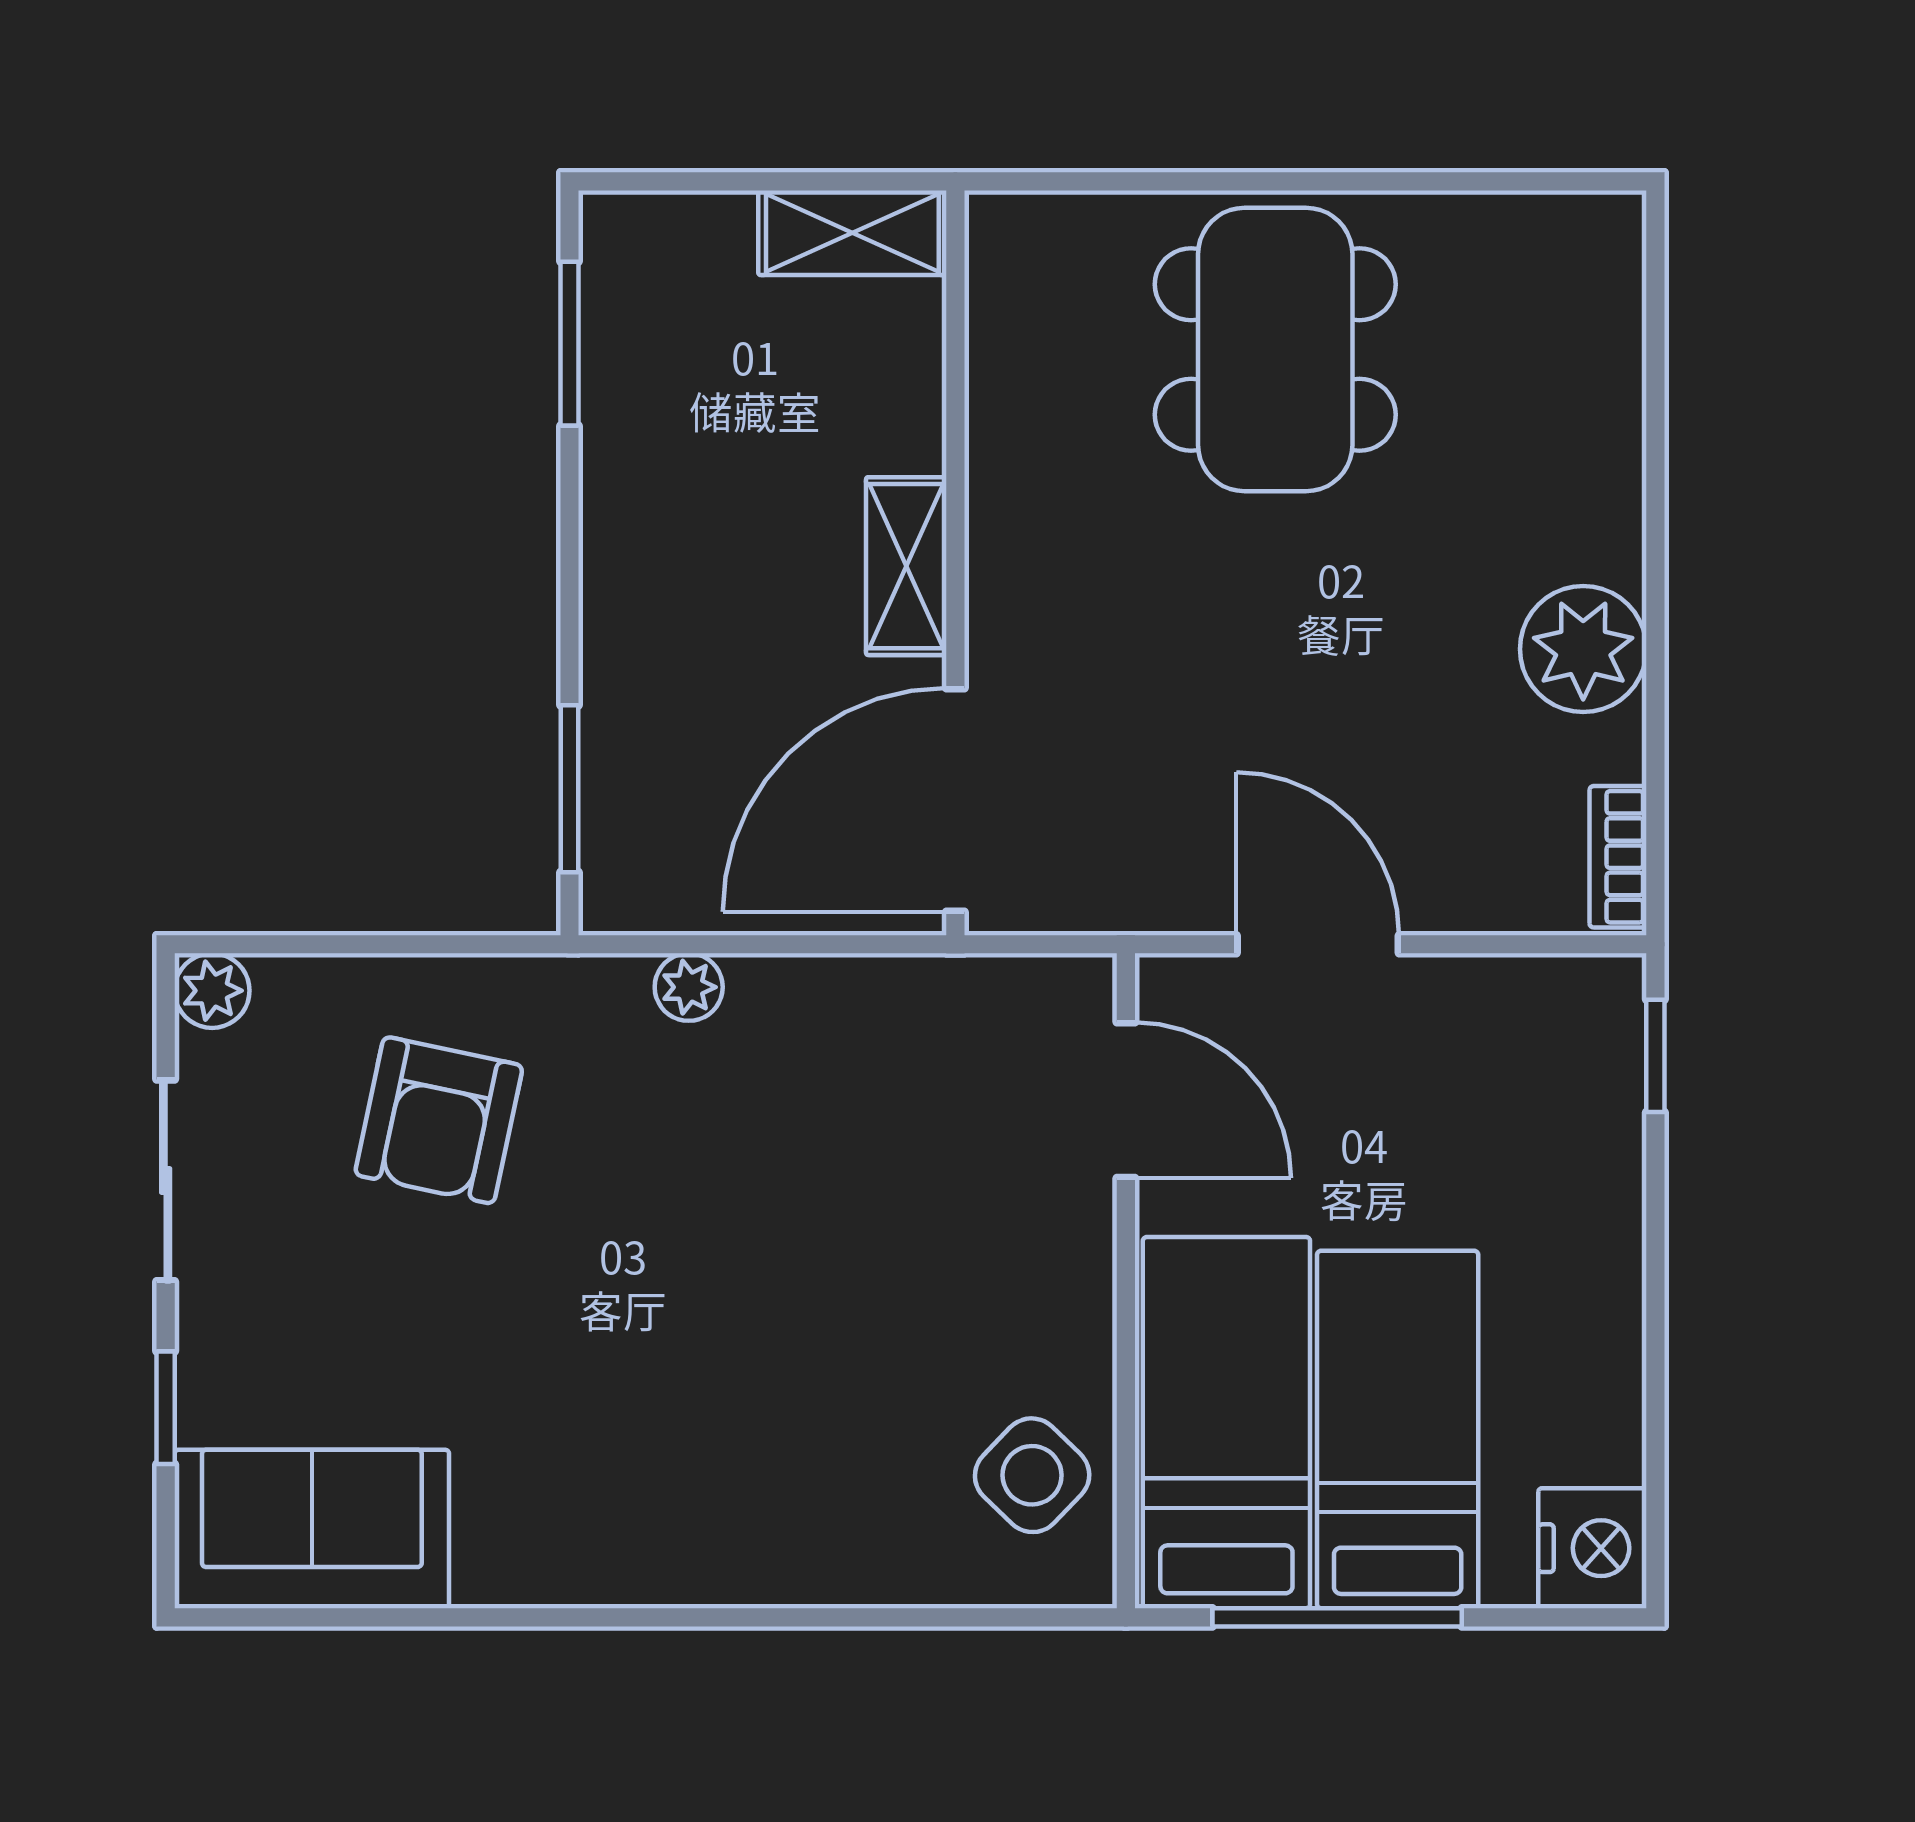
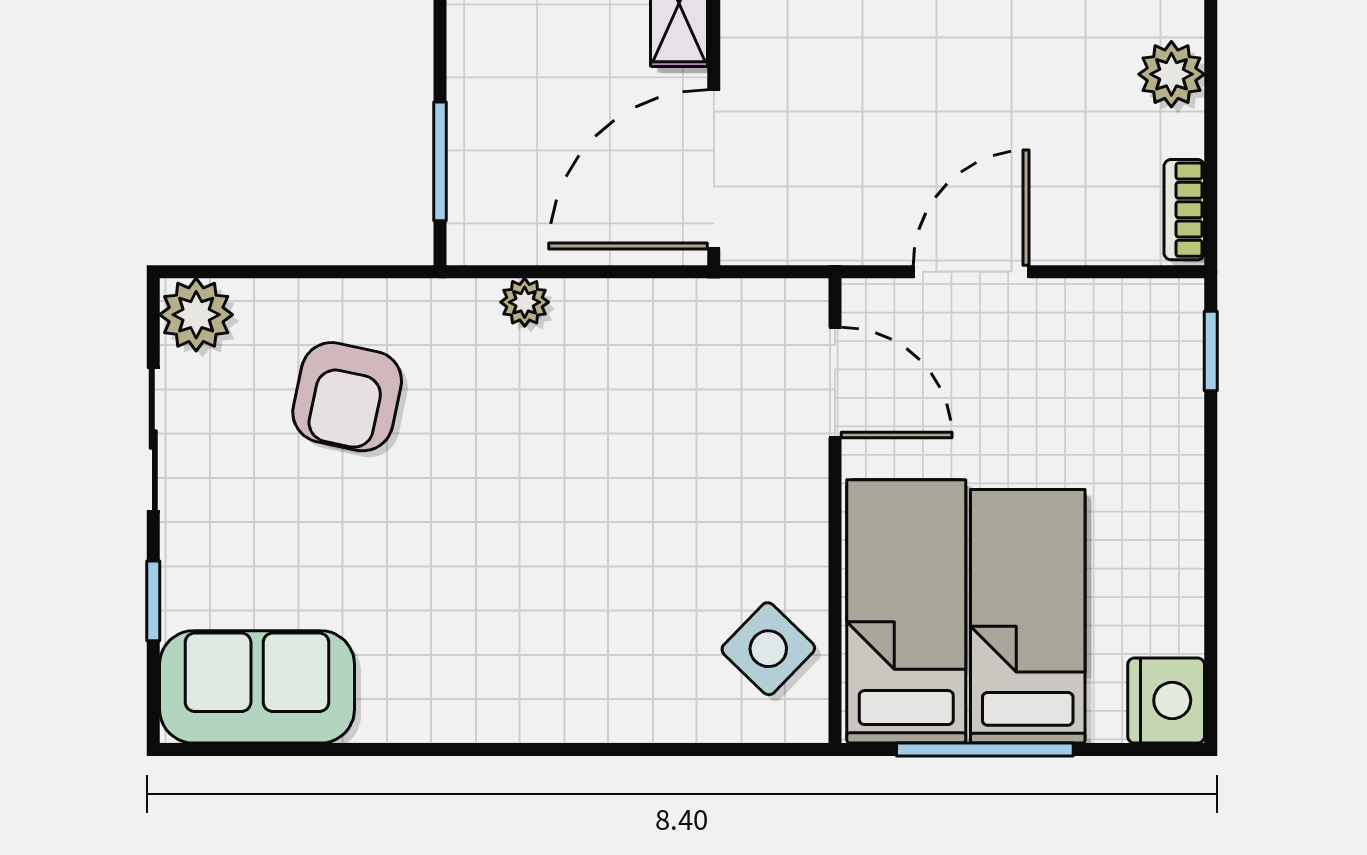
plant: (1583, 649) -> (1171, 74), width x0.73, depth x0.73
door: (1318, 944) -> (971, 272), hinge flipped
plant: (212, 991) -> (196, 315), width x1.38, depth x1.38

